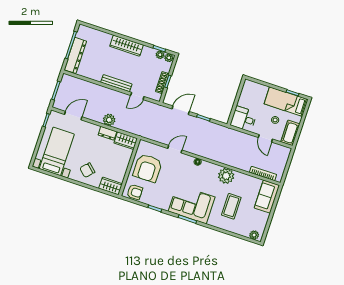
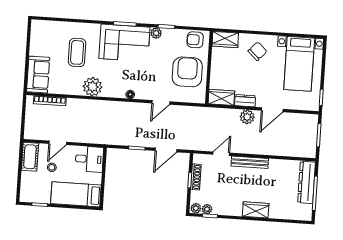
wardrobe: (126, 46) -> (256, 210), width x0.67
bed: (286, 102) -> (76, 194), moved, turned 180
door: (73, 116) -> (272, 110), moved
door: (265, 138) -> (58, 143), swing flipped
plant: (254, 235) -> (156, 33), moved

